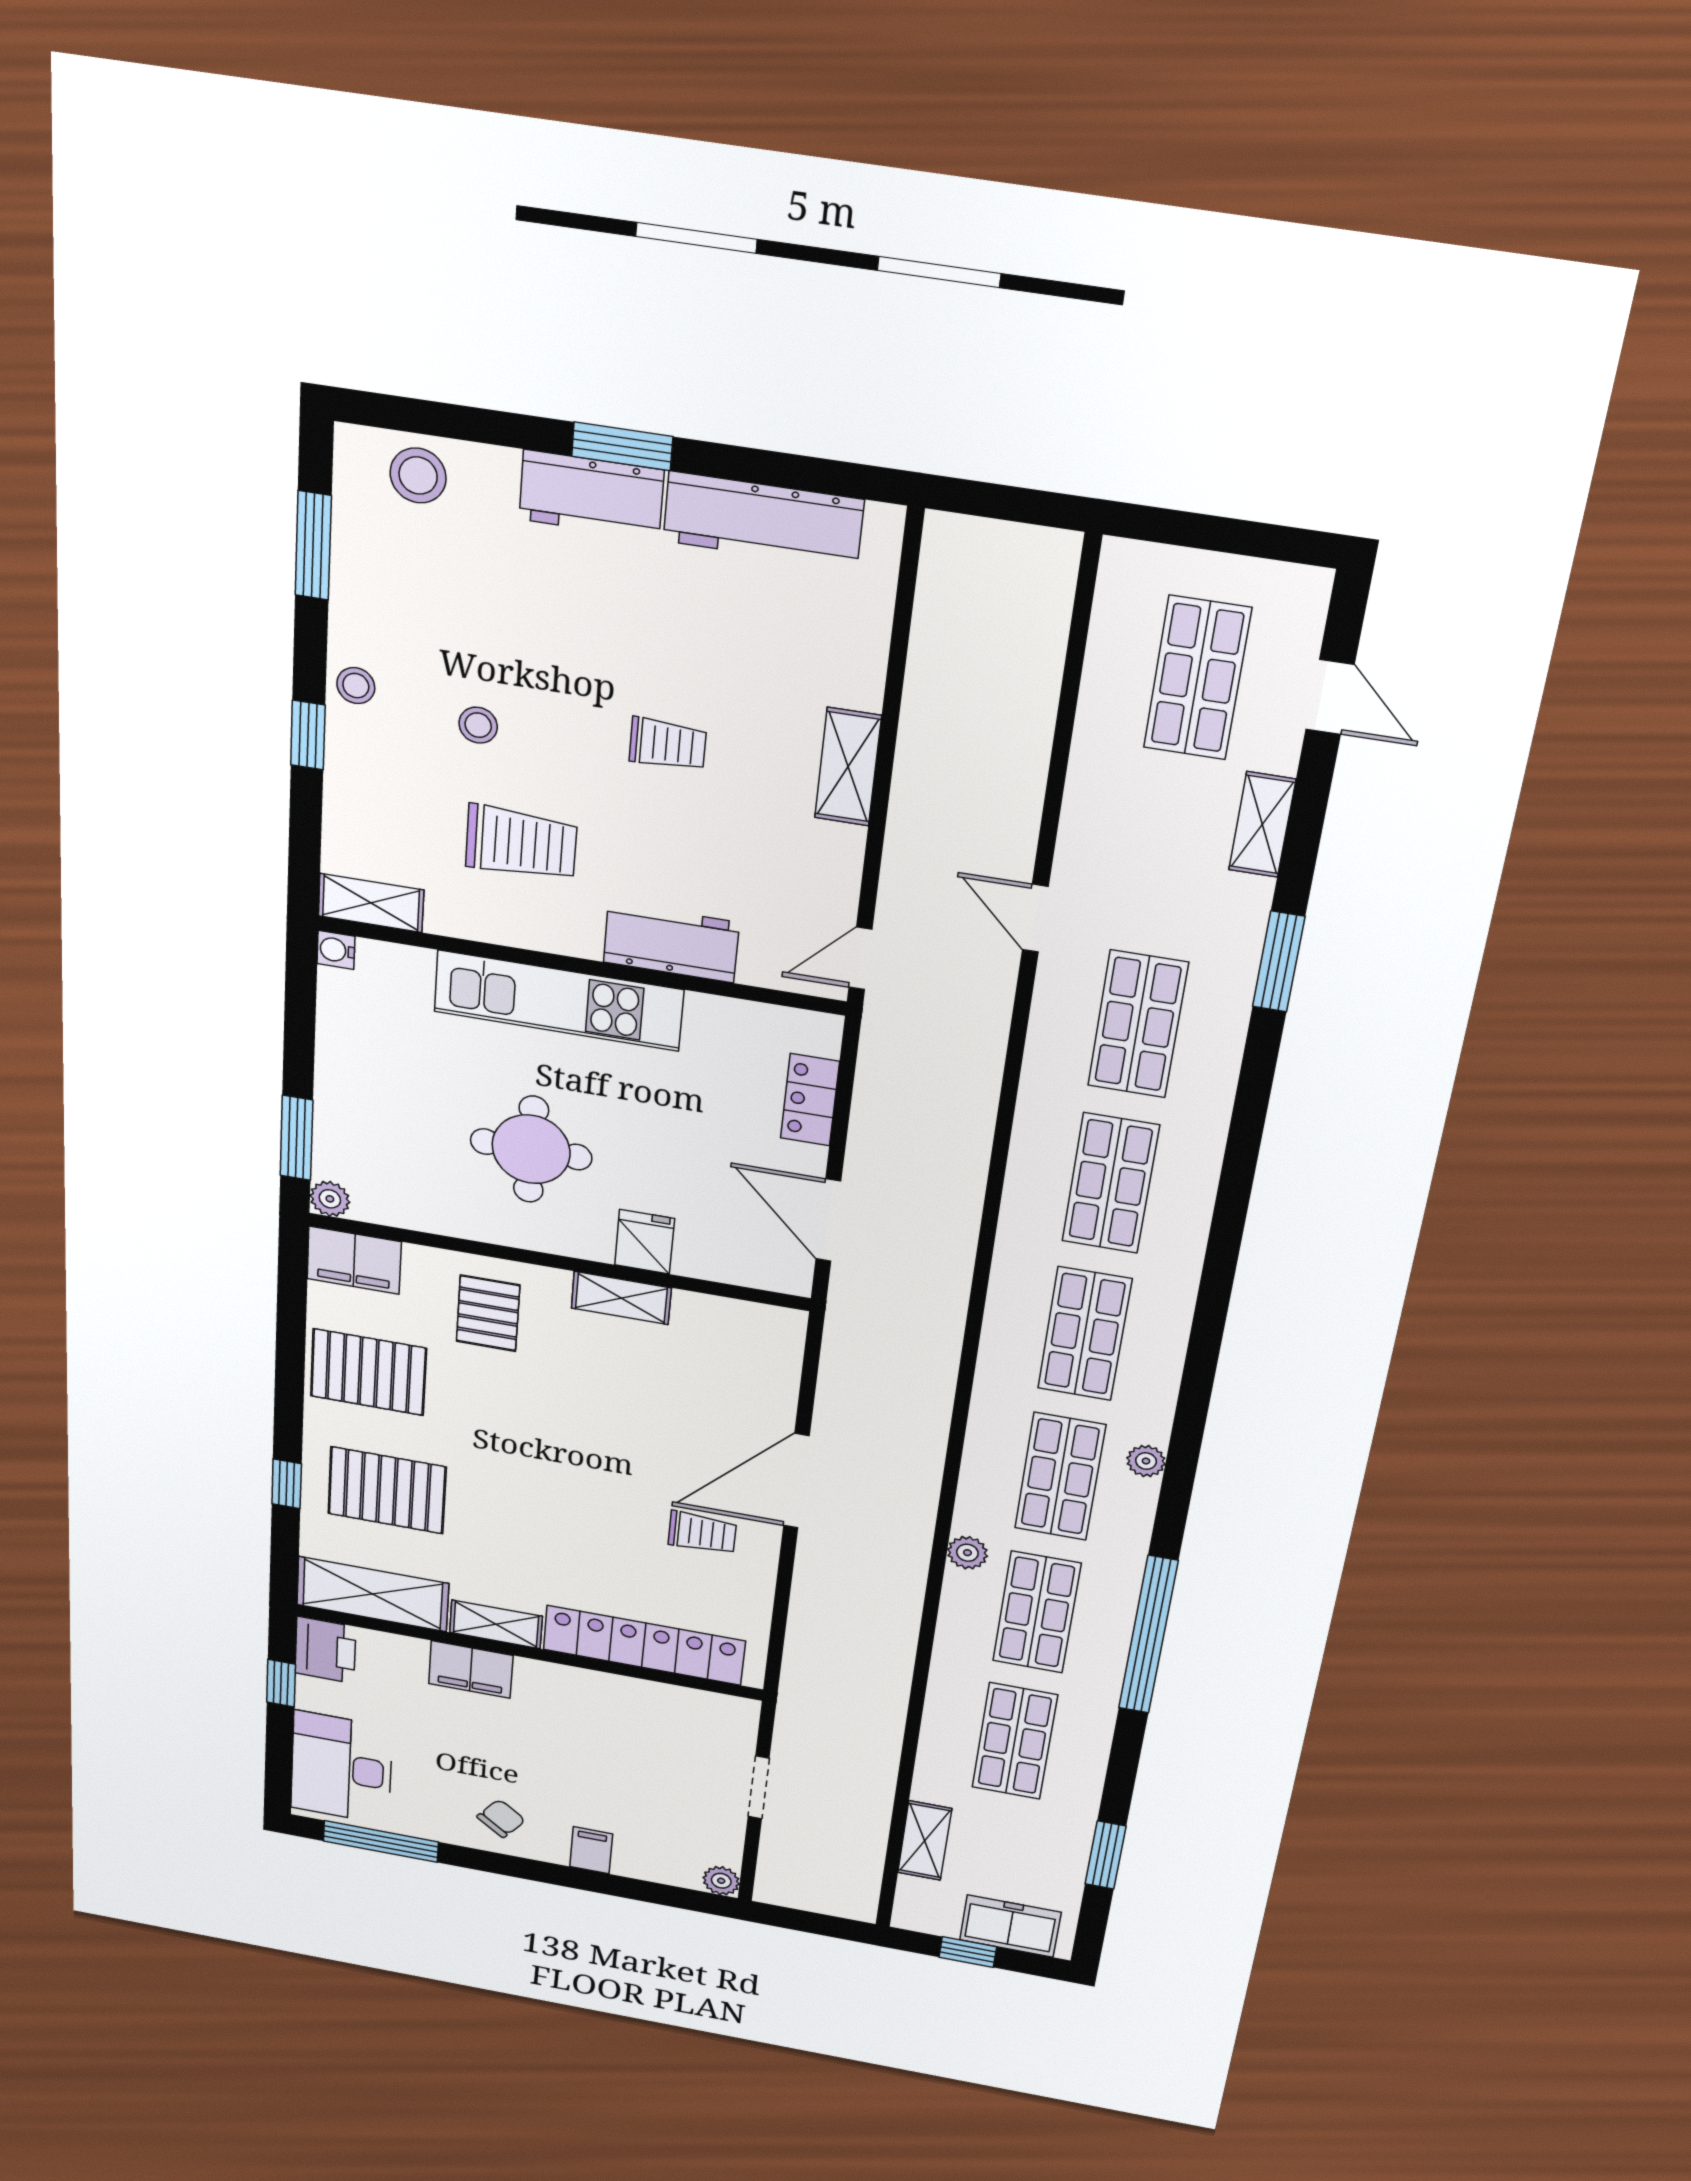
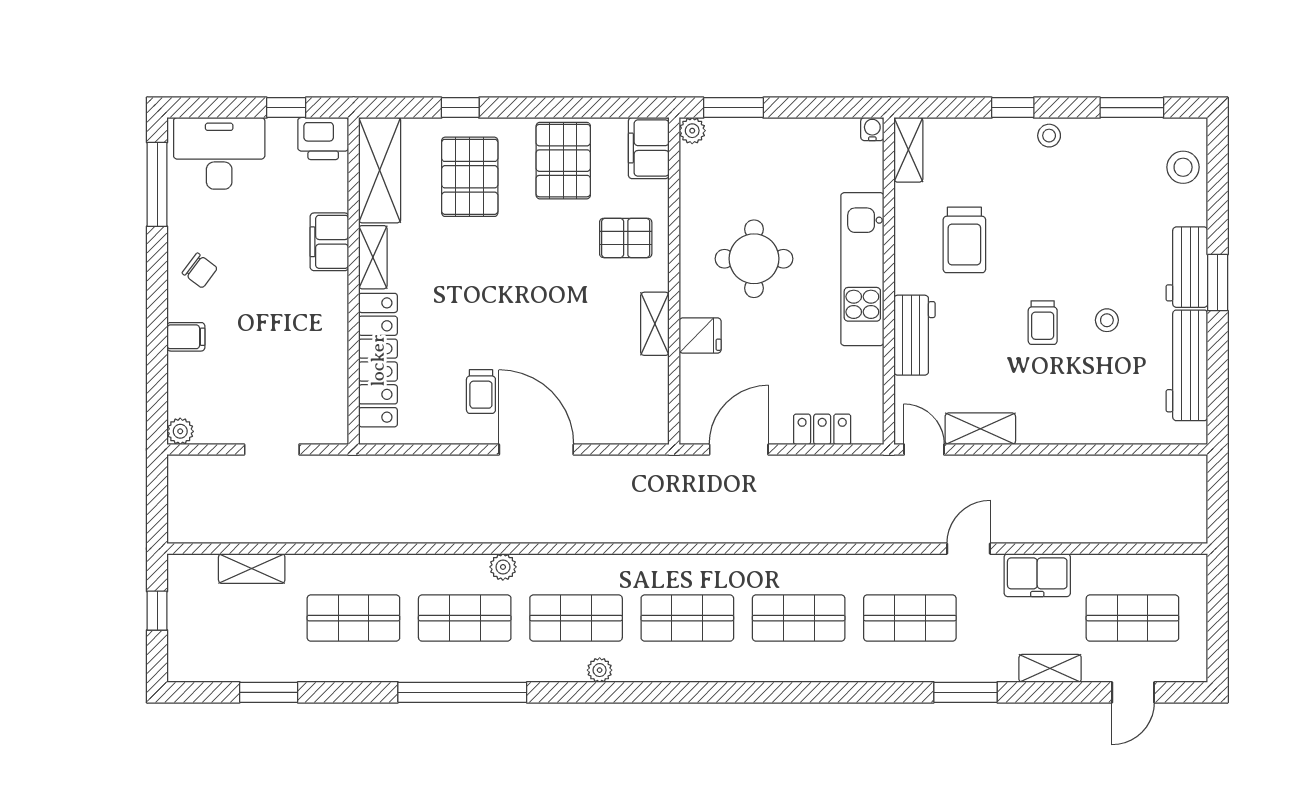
stool: (478, 725) -> (1107, 320), moved
shelving: (848, 767) -> (980, 429), moved
freezer: (1010, 1926) -> (1037, 575), moved, turned 90

